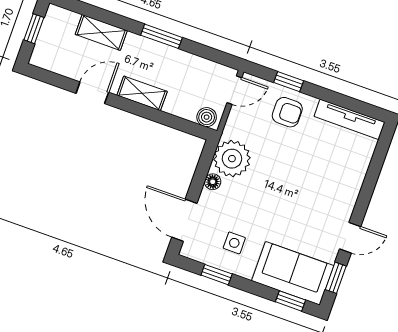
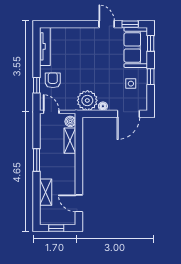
door: (92, 93) -> (79, 203), moved
shelving: (142, 93) -> (70, 141), moved
window: (217, 275) -> (151, 77), moved

